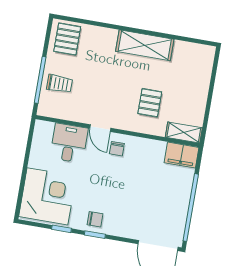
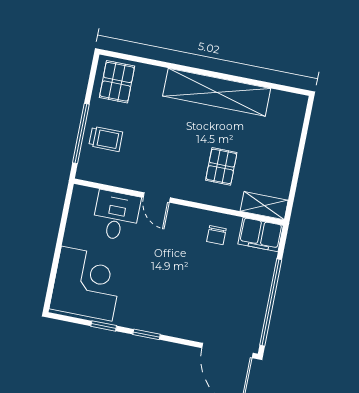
shelving: (145, 45) -> (217, 92), width x1.47
chair: (117, 149) -> (216, 235), moved
chair: (95, 219) -> (147, 315), removed

